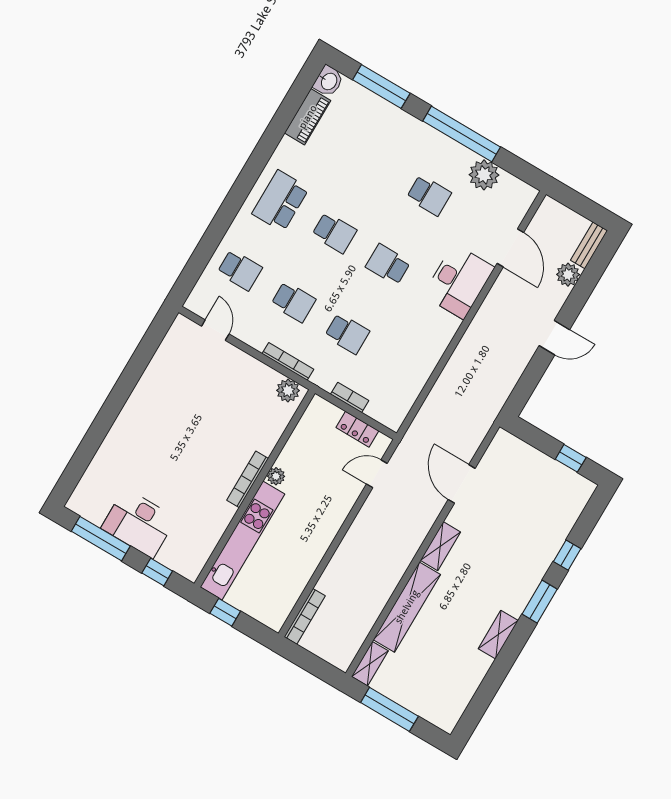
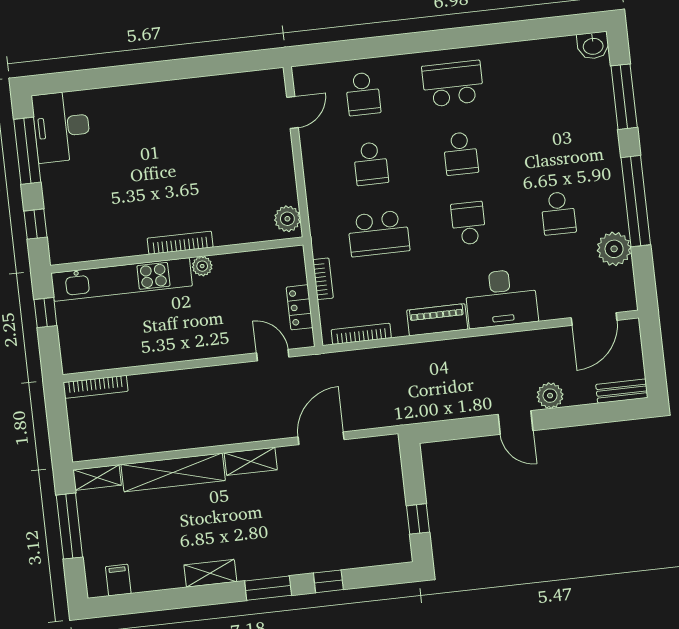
piano: (308, 117) -> (437, 320), moved, turned 180
door: (510, 248) -> (594, 319), moved
plant: (568, 275) -> (550, 396), moved
school desk: (347, 334) -> (379, 233), width x1.85
bookcase: (288, 361) -> (361, 334), moved, turned -90
desk: (139, 523) -> (62, 127), moved
filing cabinet: (454, 704) -> (118, 580), added

